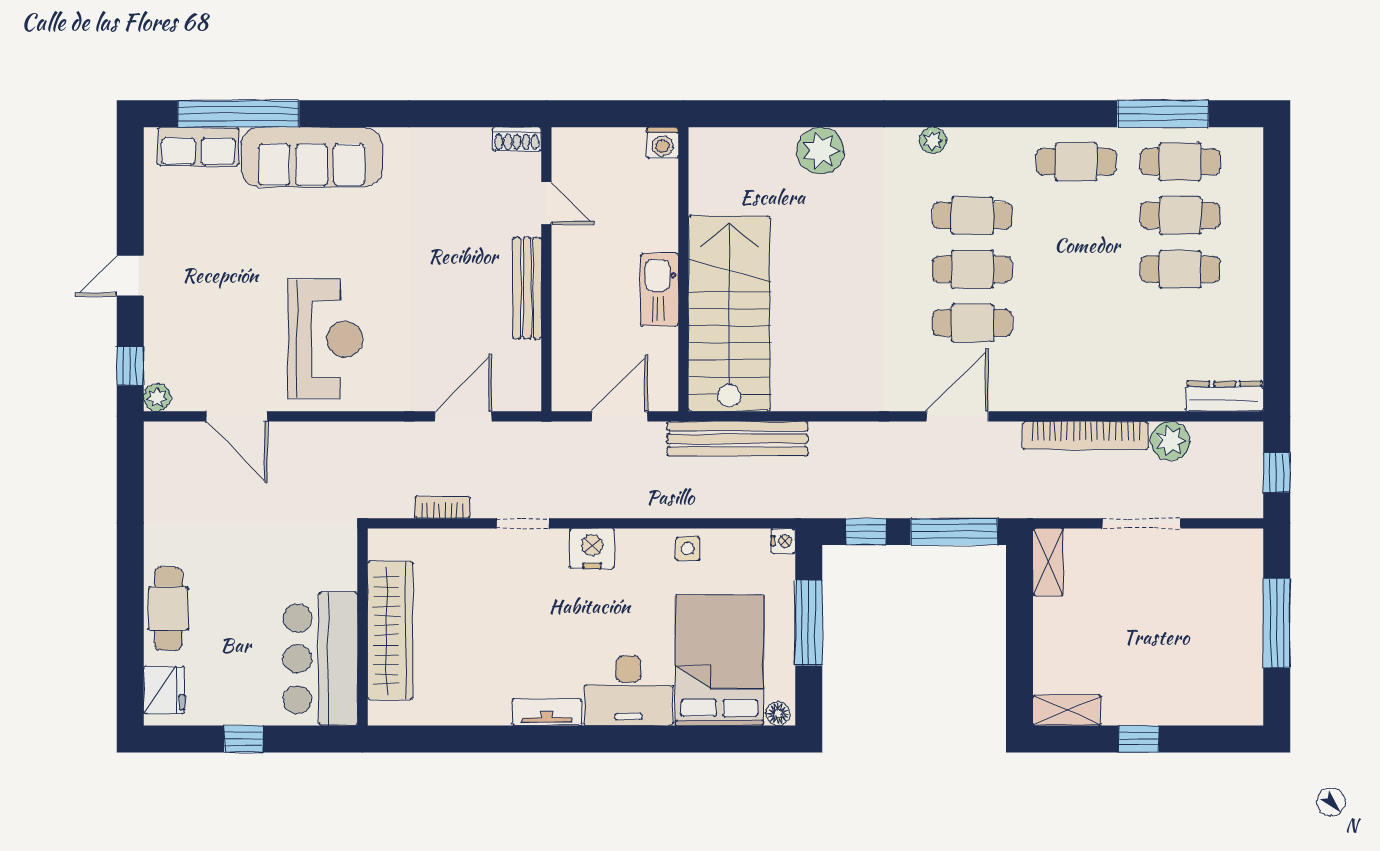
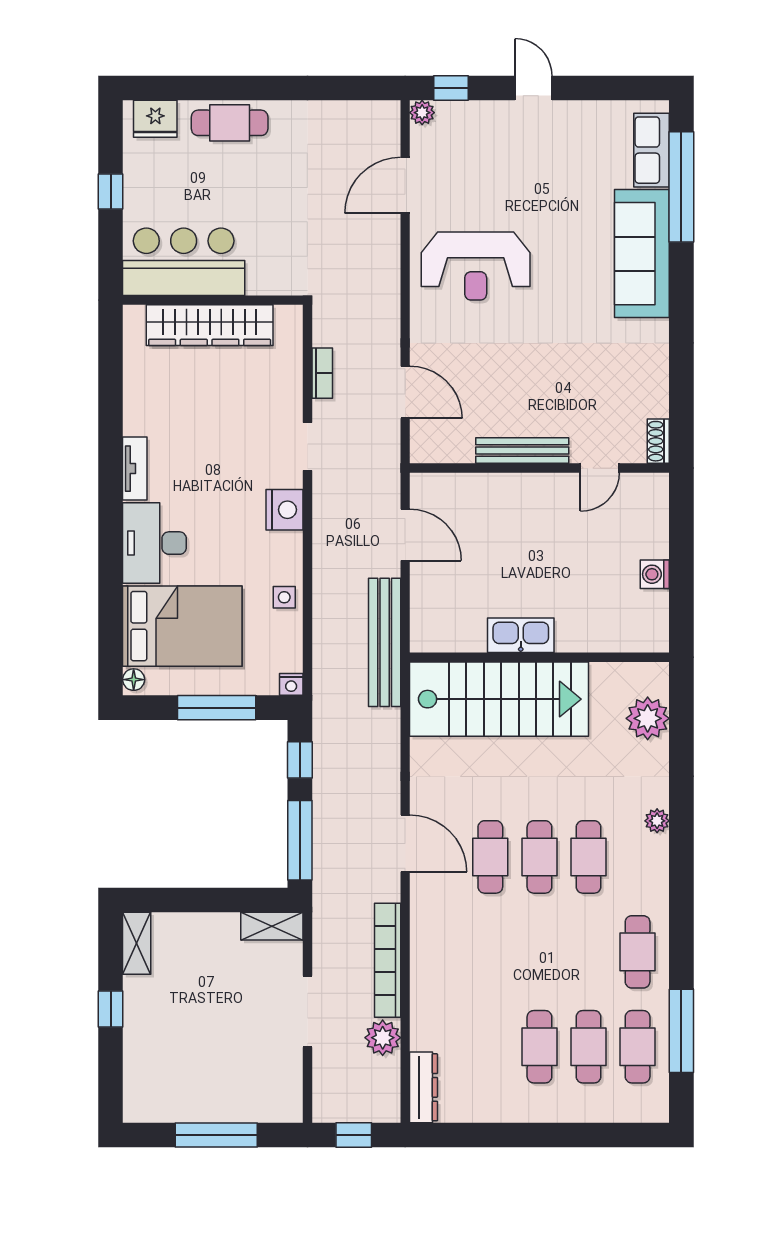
wall: (683, 269) -> (539, 657), moved
kitchen sink: (659, 290) -> (521, 635), moved
stairs: (729, 314) -> (499, 699), moved

